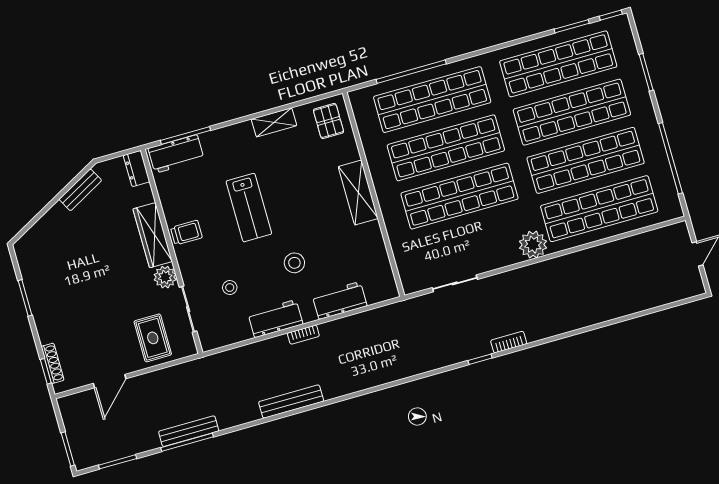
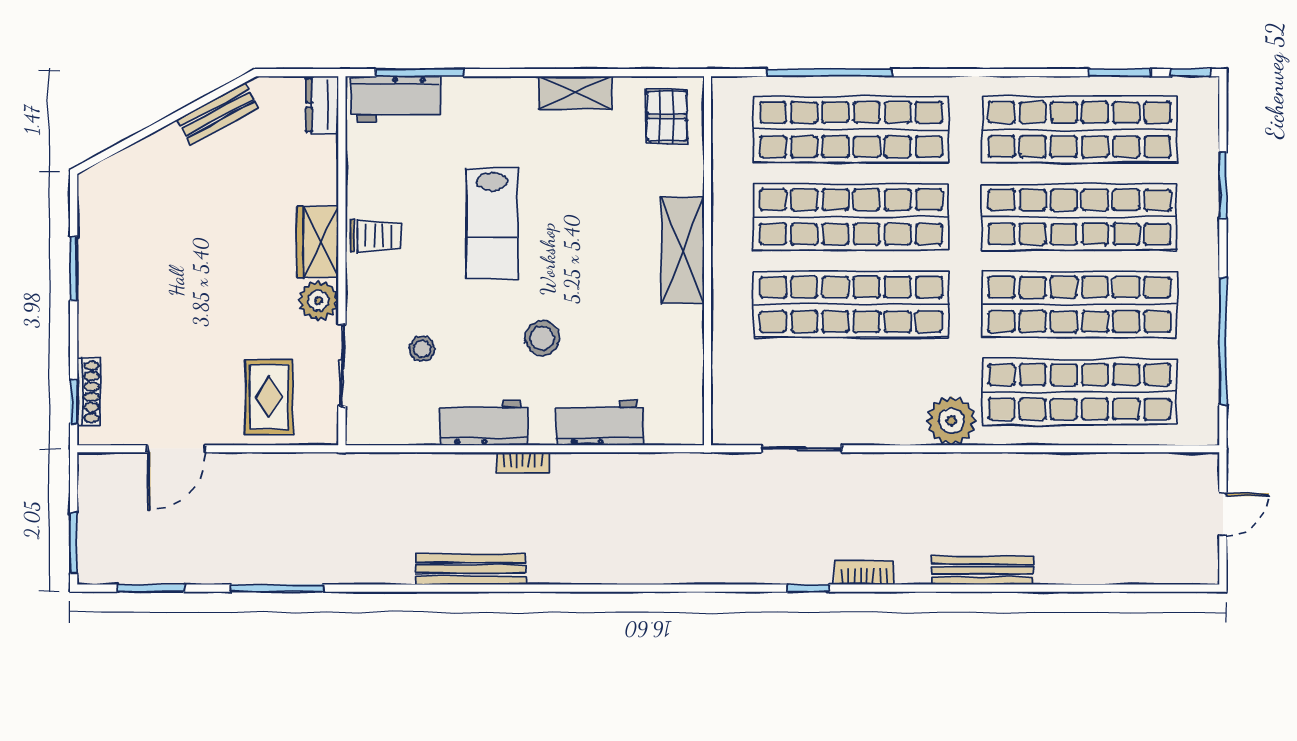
wardrobe: (153, 235) -> (318, 242), width x0.67
bench: (189, 431) -> (982, 570), moved

